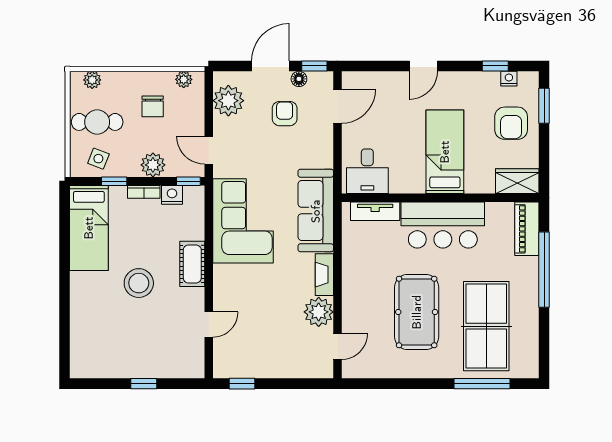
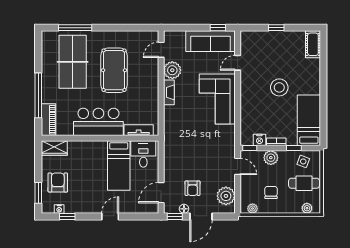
bed: (445, 152) -> (119, 166), moved
sofa: (316, 211) -> (210, 41), moved, turned 90
corner sofa: (243, 221) -> (217, 99), moved
cot: (192, 264) -> (313, 44), moved

